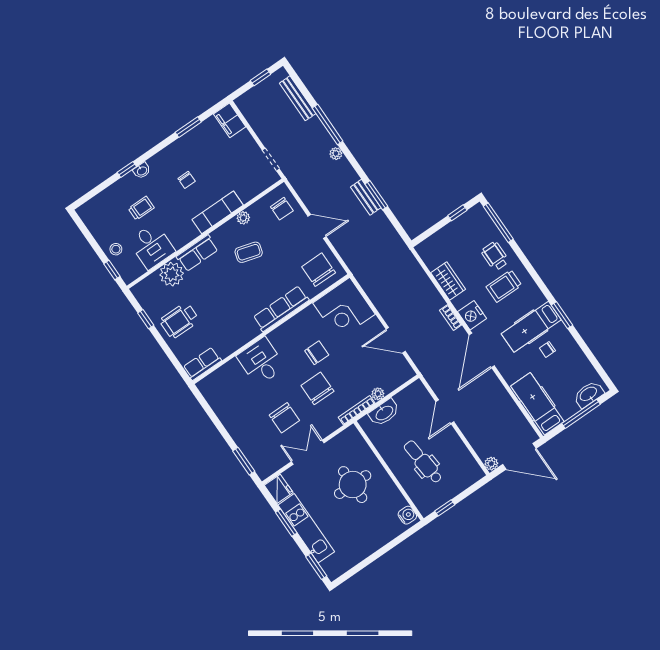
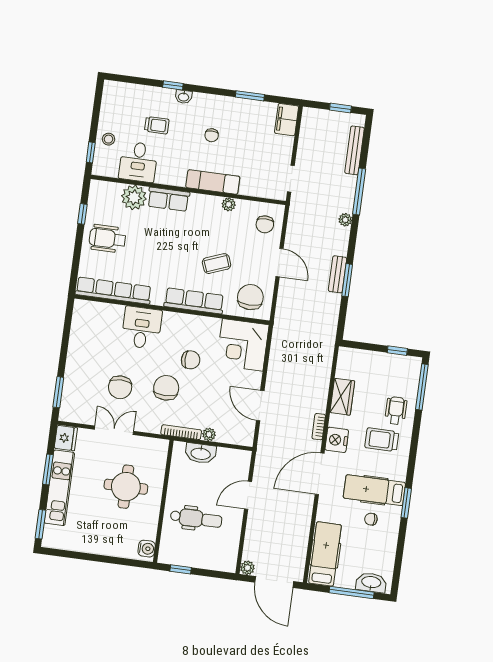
coffee table: (249, 252) -> (217, 264), moved, turned -37
row of seats: (202, 364) -> (113, 291), width x2.02
dental chair: (423, 462) -> (196, 519), turned 95

